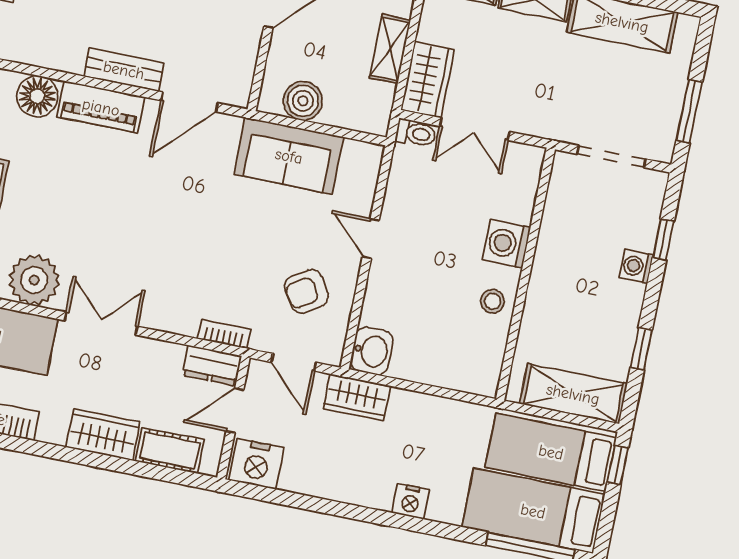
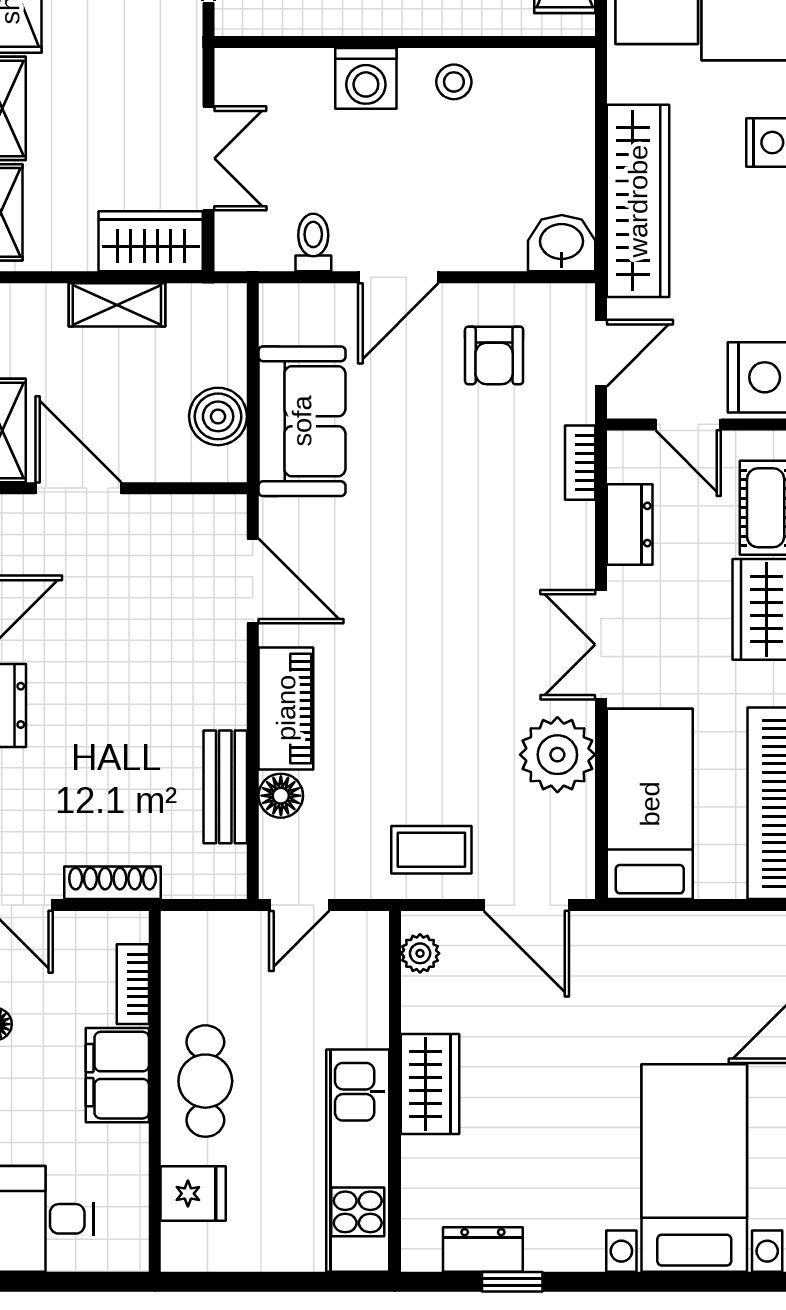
bench: (124, 70) -> (225, 787), moved
floor lamp: (37, 96) -> (281, 796), width x0.73, depth x0.73
toilet: (416, 133) -> (313, 243), moved
door: (371, 239) -> (398, 277), width x1.38
armchair: (306, 291) -> (494, 355), turned 32
dresser: (212, 366) -> (630, 524), moved
wardrobe: (357, 397) -> (638, 201), width x2.10, depth x1.17

